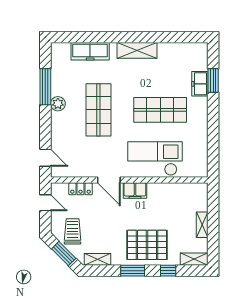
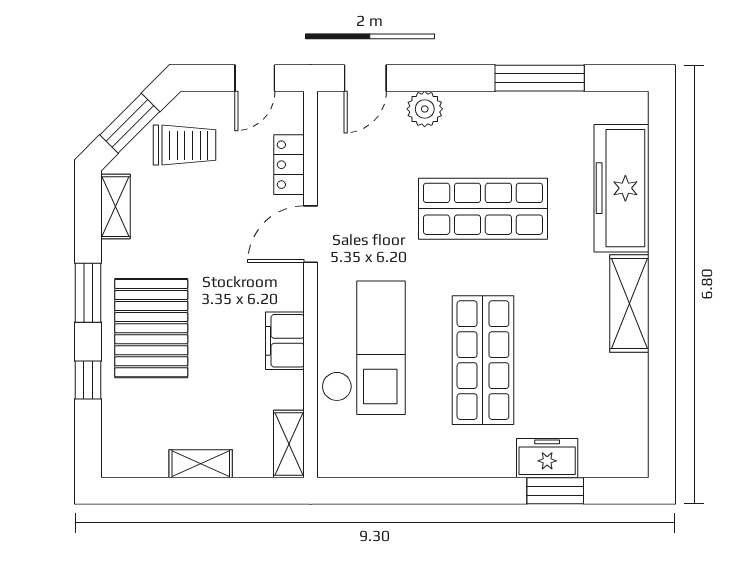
freezer: (90, 51) -> (622, 188), width x1.36, depth x1.26
plant: (58, 104) -> (425, 109), moved
filing cabinet: (135, 190) -> (285, 341), moved
shelving: (194, 259) -> (289, 444), moved

